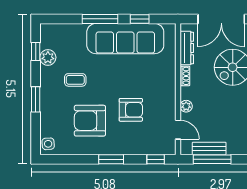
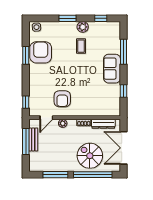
window: (100, 19) -> (124, 52), moved
sofa: (125, 39) -> (112, 69), width x0.54, depth x0.79
plant: (48, 57) -> (83, 27), moved
armchair: (131, 110) -> (62, 99), moved
armchair: (90, 121) -> (41, 52), moved
window: (111, 159) -> (26, 55), moved

